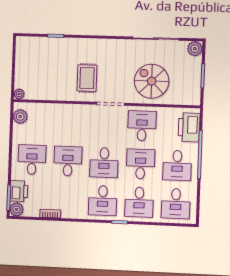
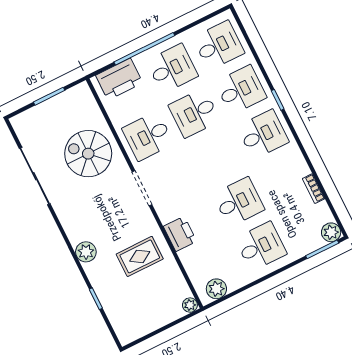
plant: (195, 49) -> (86, 252), moved
rug: (87, 78) -> (140, 256), moved
spiral stairs: (152, 81) -> (88, 154), turned 90
desk: (32, 160) -> (261, 246), turned 180
desk: (68, 161) -> (239, 202), turned 180
desk: (104, 163) -> (217, 157), removed
printer: (19, 191) -> (180, 234), moved, turned 90

